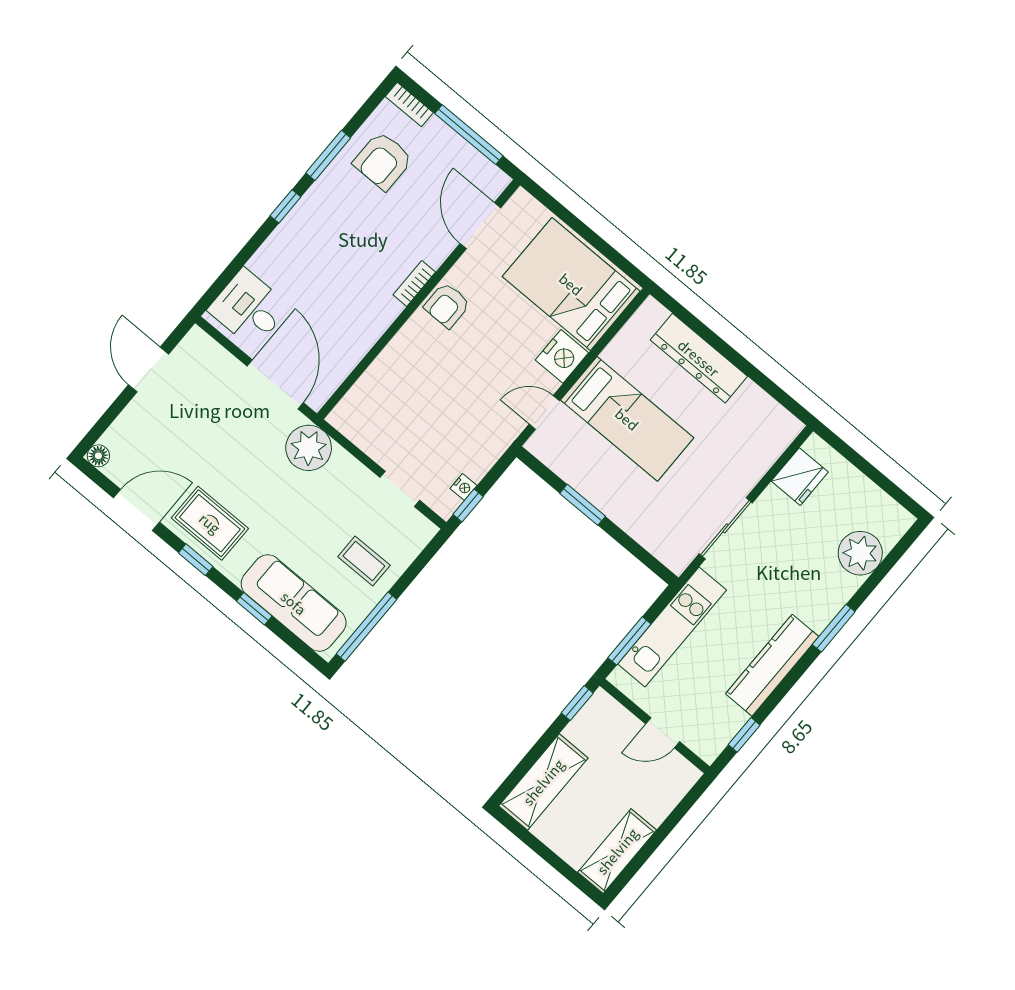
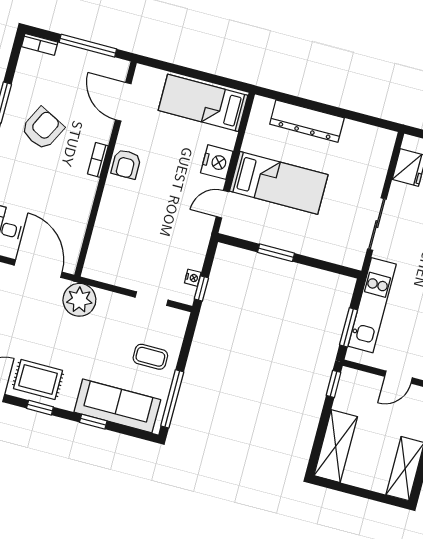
armchair: (383, 161) -> (42, 129), moved, turned -153
bed: (571, 284) -> (203, 103), width x0.67

